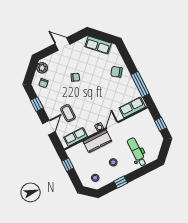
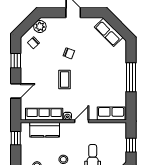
chair: (116, 72) -> (113, 69), removed
window: (140, 84) -> (131, 77), moved
coffee table: (68, 113) -> (65, 80), moved
row of seats: (76, 137) -> (44, 114), width x1.48
kitchen counter: (97, 141) -> (45, 130), moved

